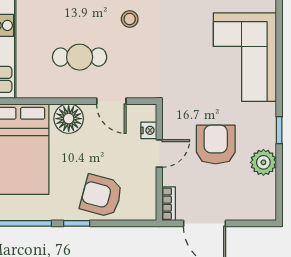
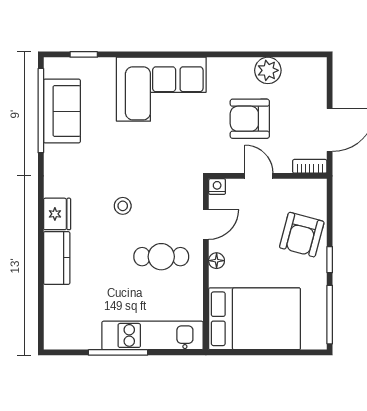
cafe table: (80, 57) -> (161, 257), turned 90
floor lamp: (69, 119) -> (217, 261), width x0.53, depth x0.53
nightstand: (149, 130) -> (217, 187), moved
window: (279, 130) -> (235, 54), removed

